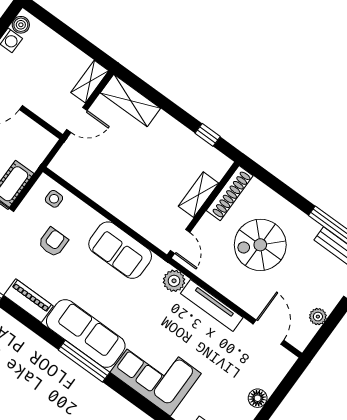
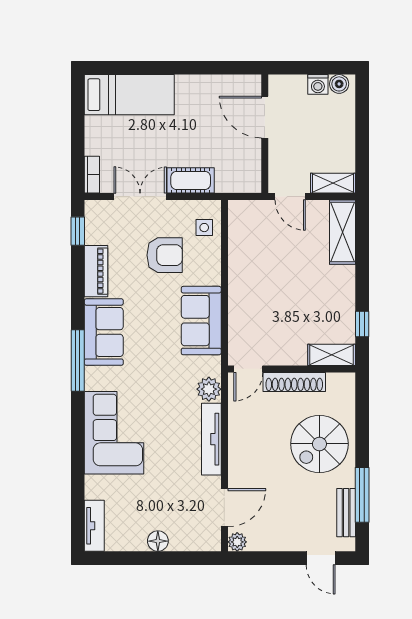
shoe rack: (230, 193) -> (294, 382), moved
shelving: (198, 195) -> (332, 355), moved
armchair: (53, 242) -> (165, 255), width x1.38, depth x1.38
spiral stairs: (260, 245) -> (319, 444), moved, turned -90
plant: (318, 317) -> (237, 542), moved
sofa: (86, 333) -> (104, 332), width x0.73

